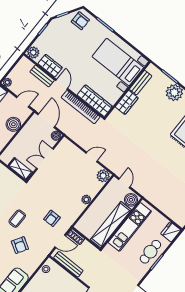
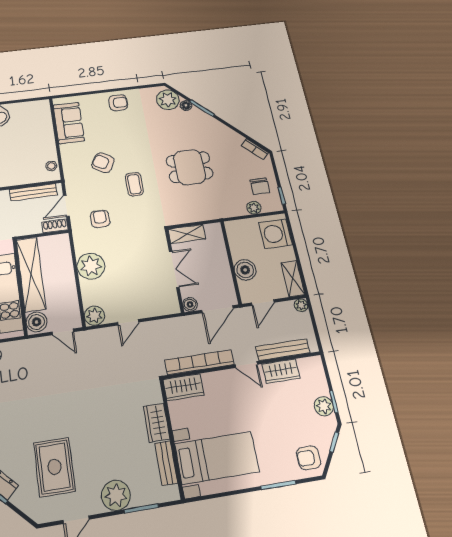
plant: (33, 53) -> (324, 406), moved
bench: (42, 76) -> (283, 350), width x1.36
wardrobe: (95, 101) -> (183, 387), width x0.67
door: (46, 121) -> (217, 309), hinge flipped
plant: (86, 199) -> (91, 266), width x1.88, depth x1.88

